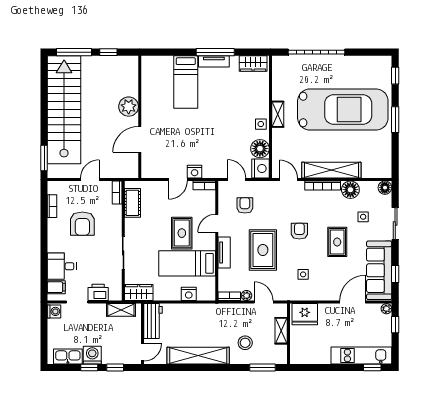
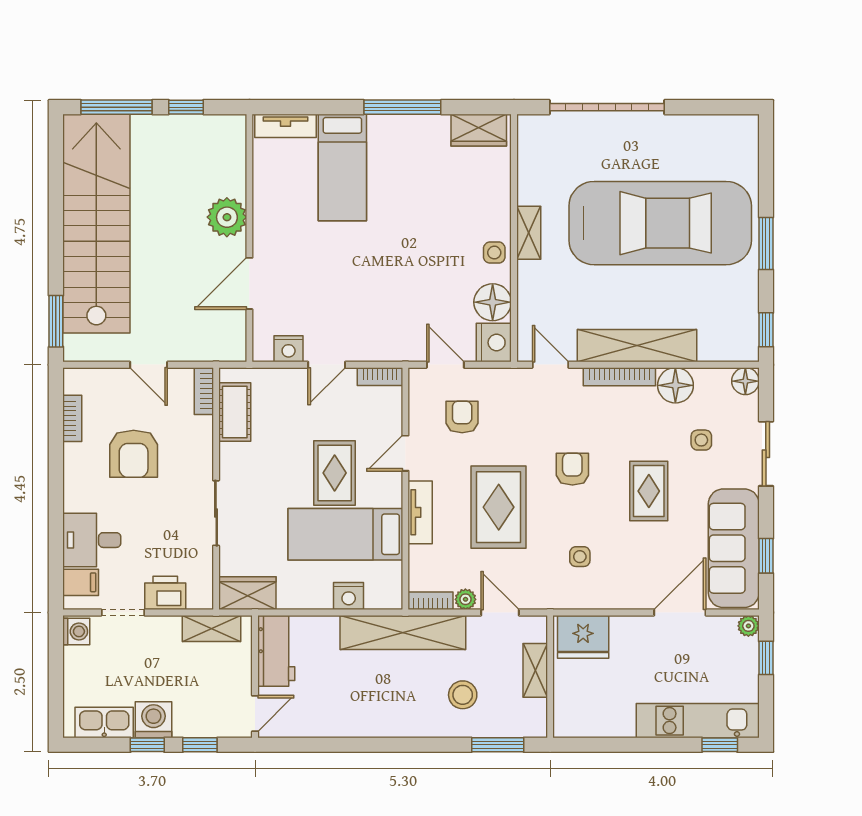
tv unit: (214, 61) -> (285, 126), moved
window: (395, 76) -> (766, 330), moved
nightstand: (195, 172) -> (289, 349), moved
door: (90, 180) -> (149, 365), swing flipped
shelving: (198, 356) -> (403, 632), moved

